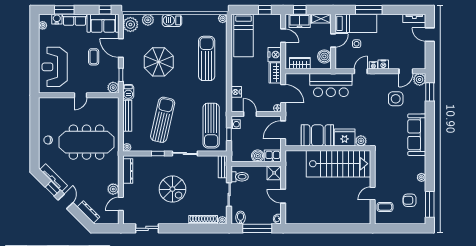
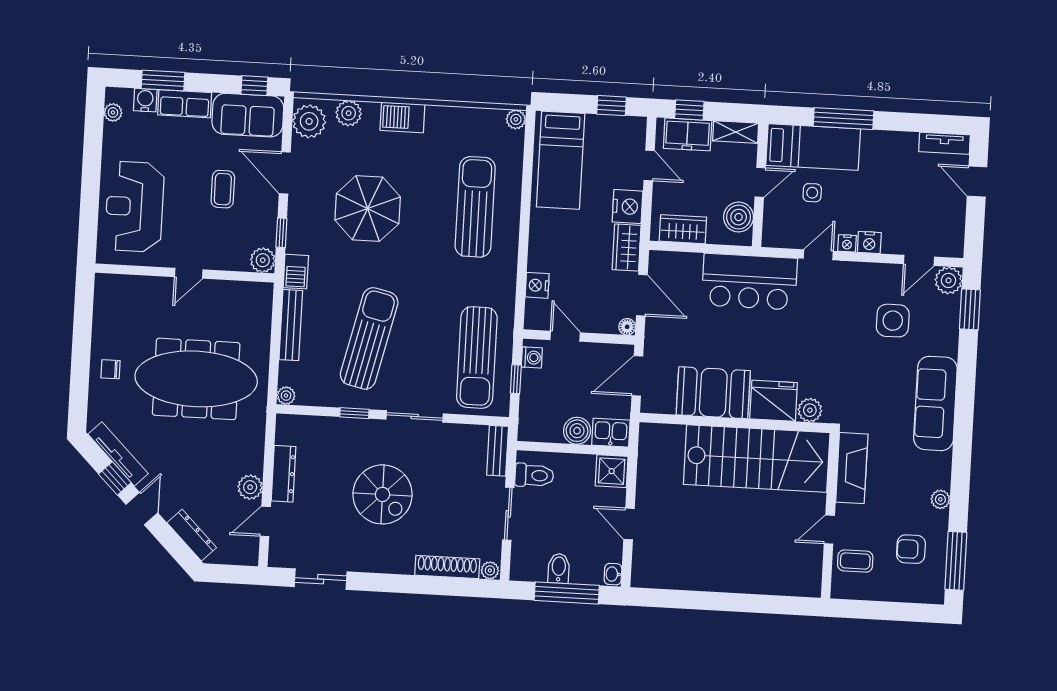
fireplace: (381, 166) -> (852, 468), added
dresser: (128, 171) -> (283, 474), moved
bidet: (240, 218) -> (559, 568), moved

